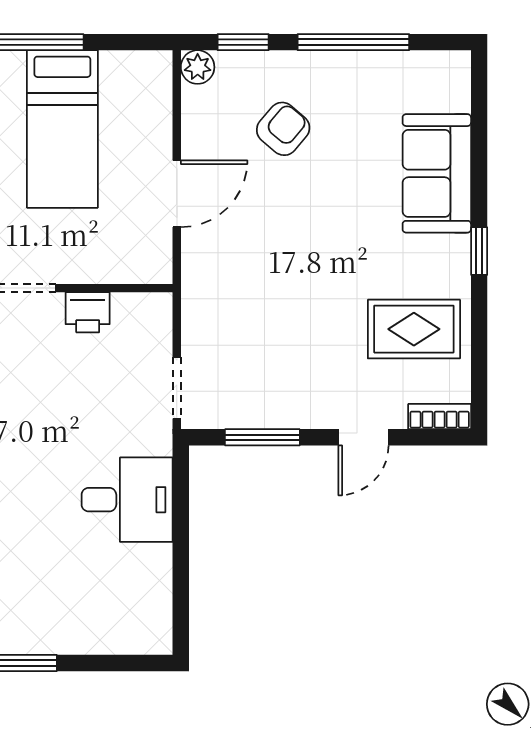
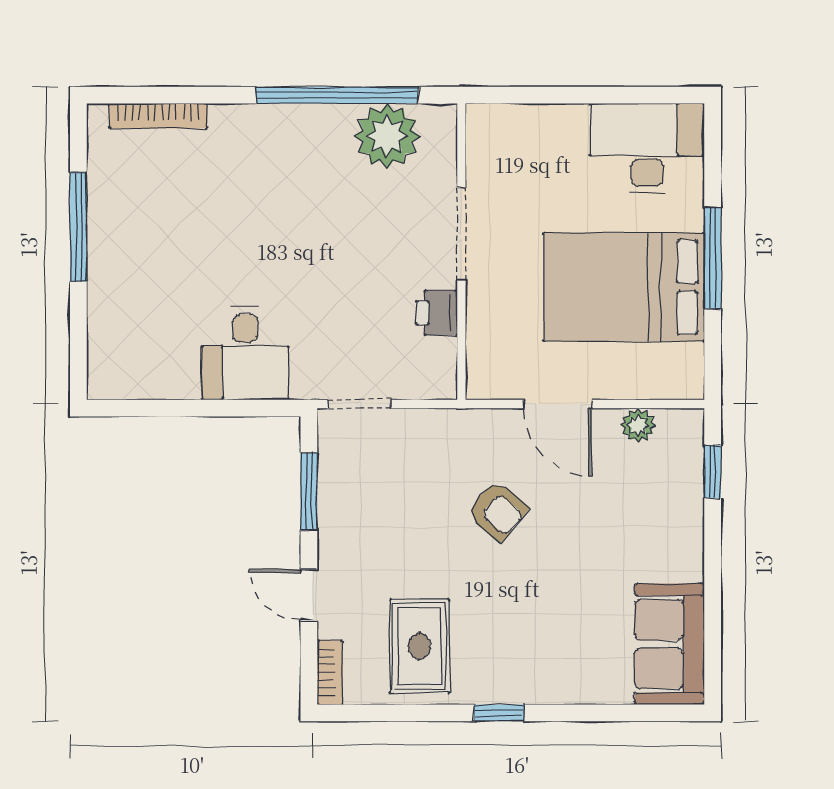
window: (353, 42) -> (713, 584), removed
plant: (198, 67) -> (638, 425), moved
bed: (62, 129) -> (624, 287), width x1.50
armchair: (283, 129) -> (498, 511), moved
sofa: (437, 173) -> (669, 644), moved, turned -90

